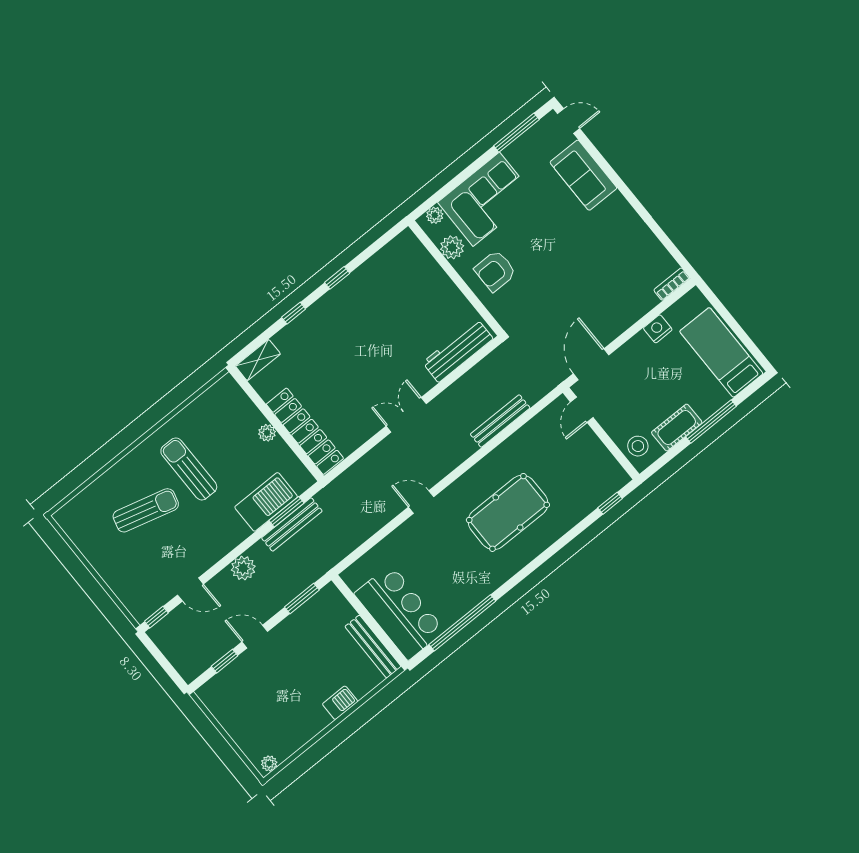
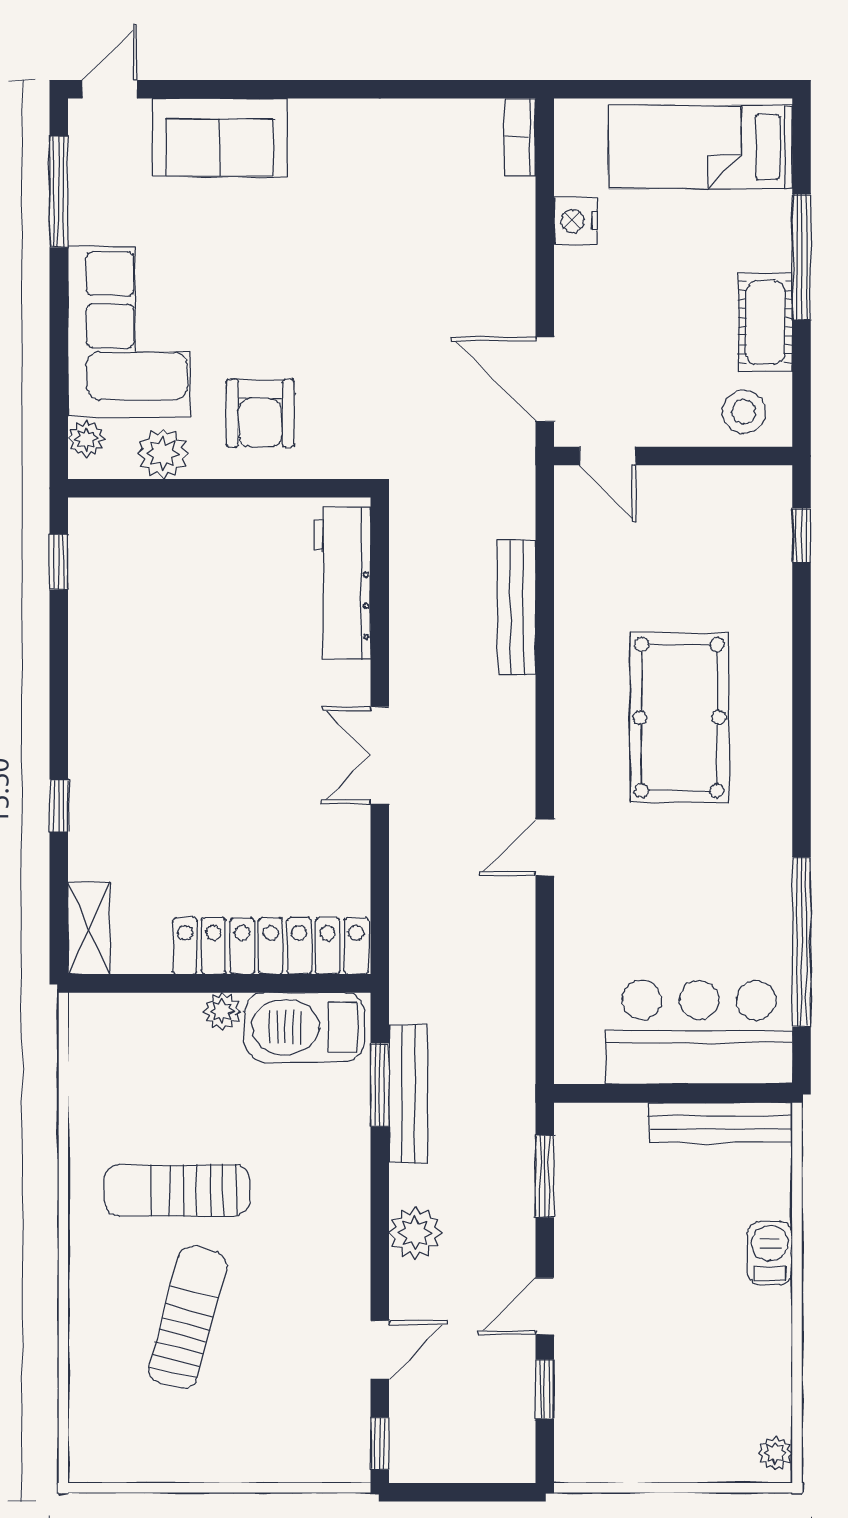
window: (337, 278) -> (59, 562), moved
barbecue: (266, 502) -> (304, 1027), moved, turned -90

